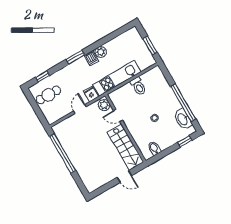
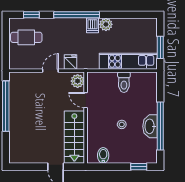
window: (75, 57) -> (77, 15), width x2.11
kitchen unit: (117, 78) -> (128, 61), moved
washbasin: (183, 119) -> (150, 126), moved

